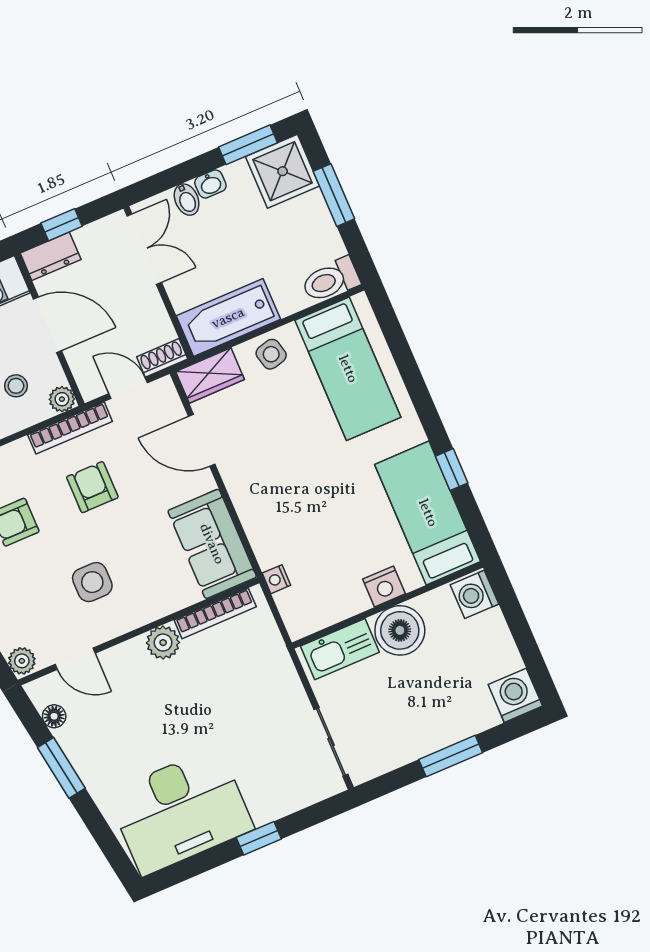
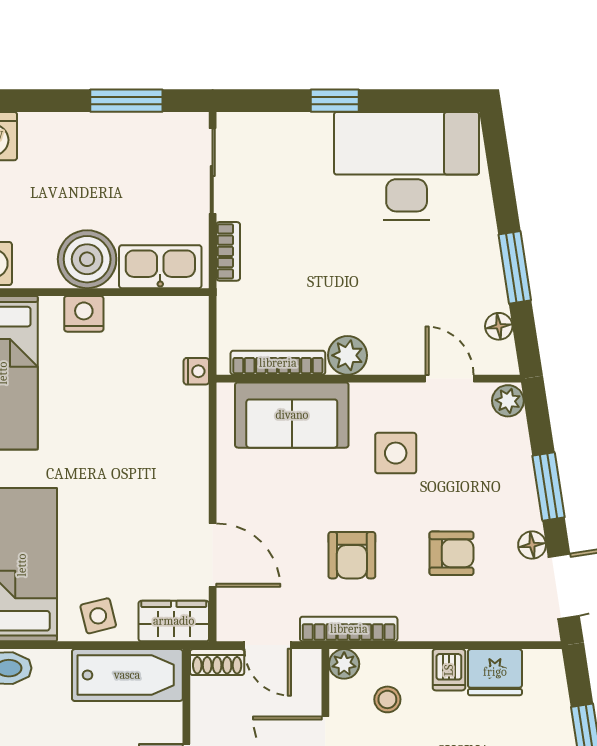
sofa: (212, 544) -> (292, 415), moved, turned 90
bookcase: (292, 684) -> (228, 251), added
window: (451, 756) -> (126, 101), moved

